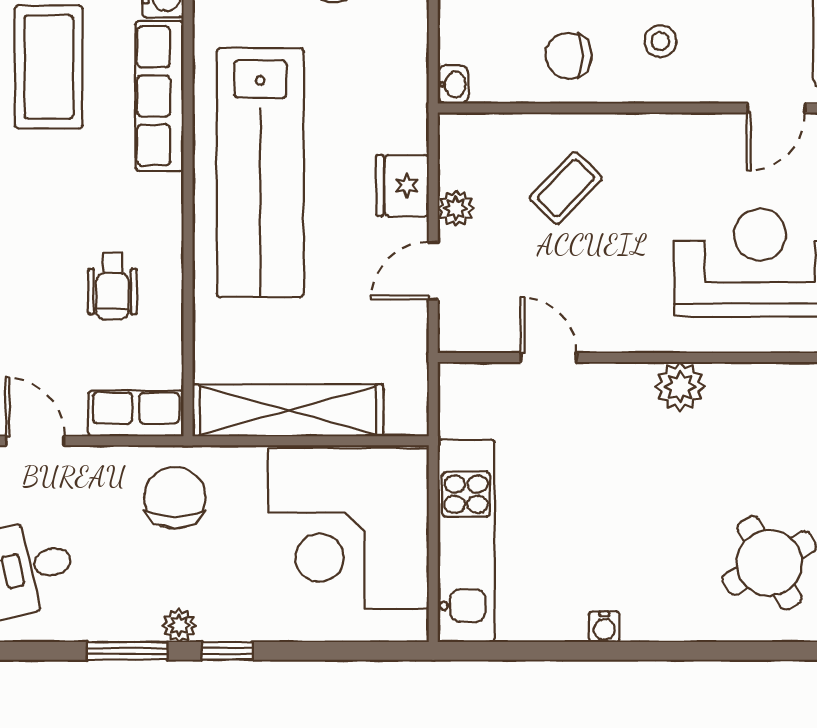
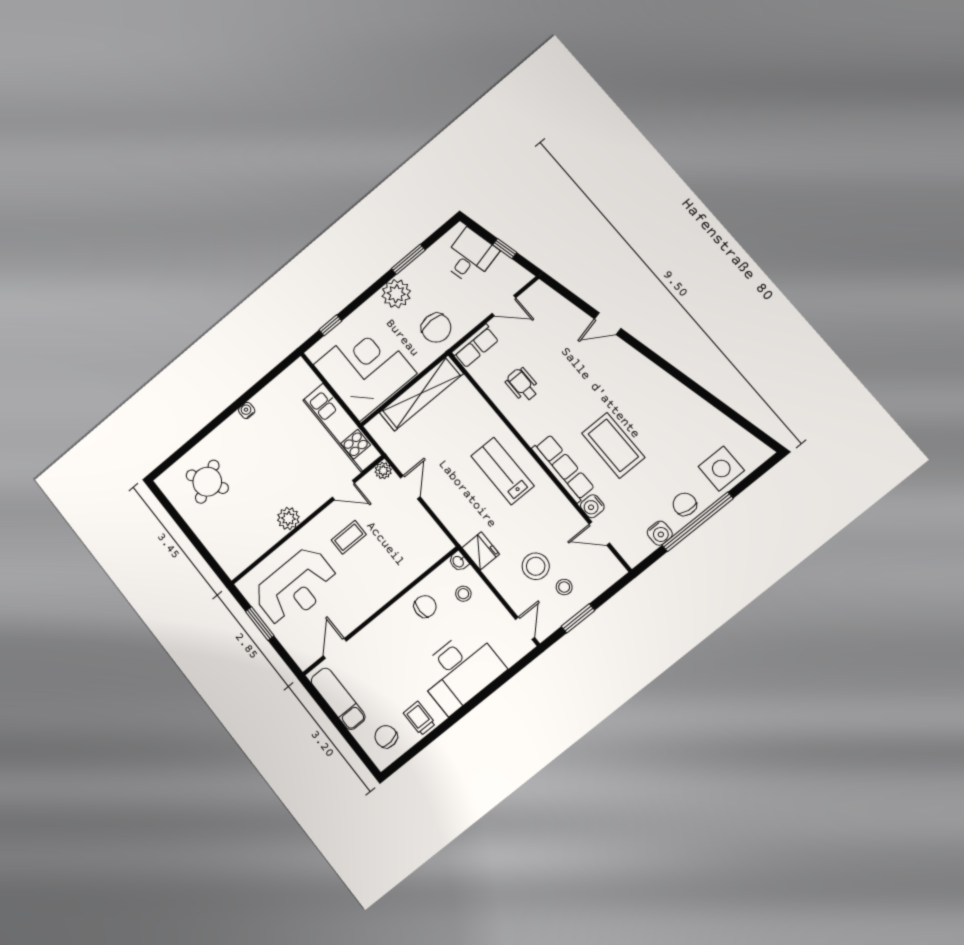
stool: (660, 41) -> (463, 594), moved
lab bench: (260, 173) -> (503, 471), width x0.54, depth x0.72
fridge: (403, 186) -> (481, 551), moved
coffee table: (566, 188) -> (349, 537), moved, turned 46
plant: (456, 208) -> (383, 471), moved
kitchen unit: (466, 541) -> (342, 428), moved
plant: (179, 625) -> (396, 294), width x1.88, depth x1.88
window: (227, 651) -> (330, 325), moved

